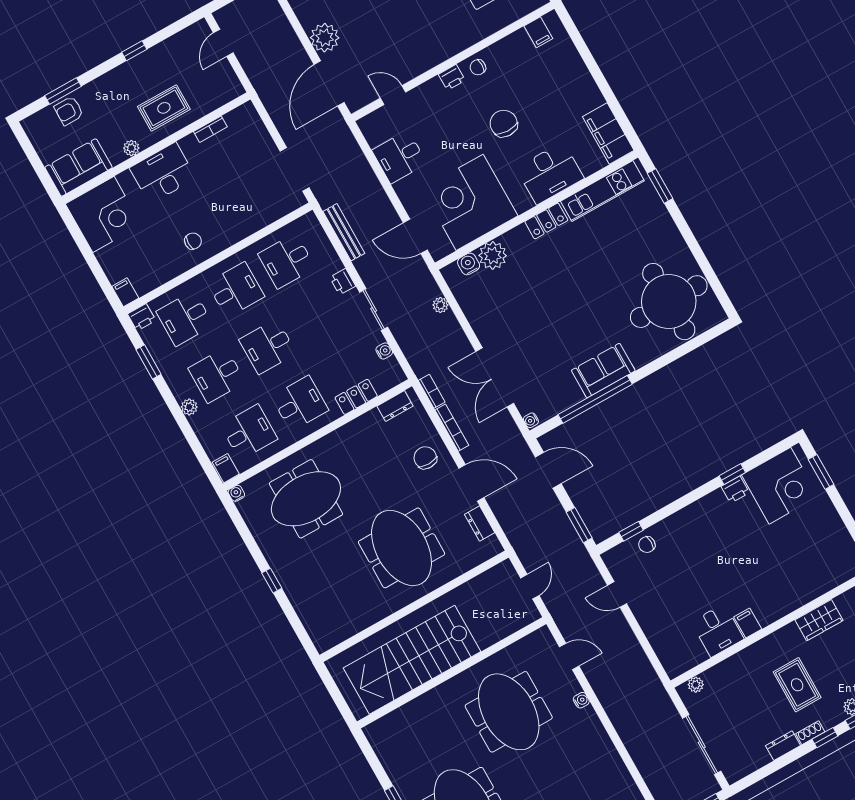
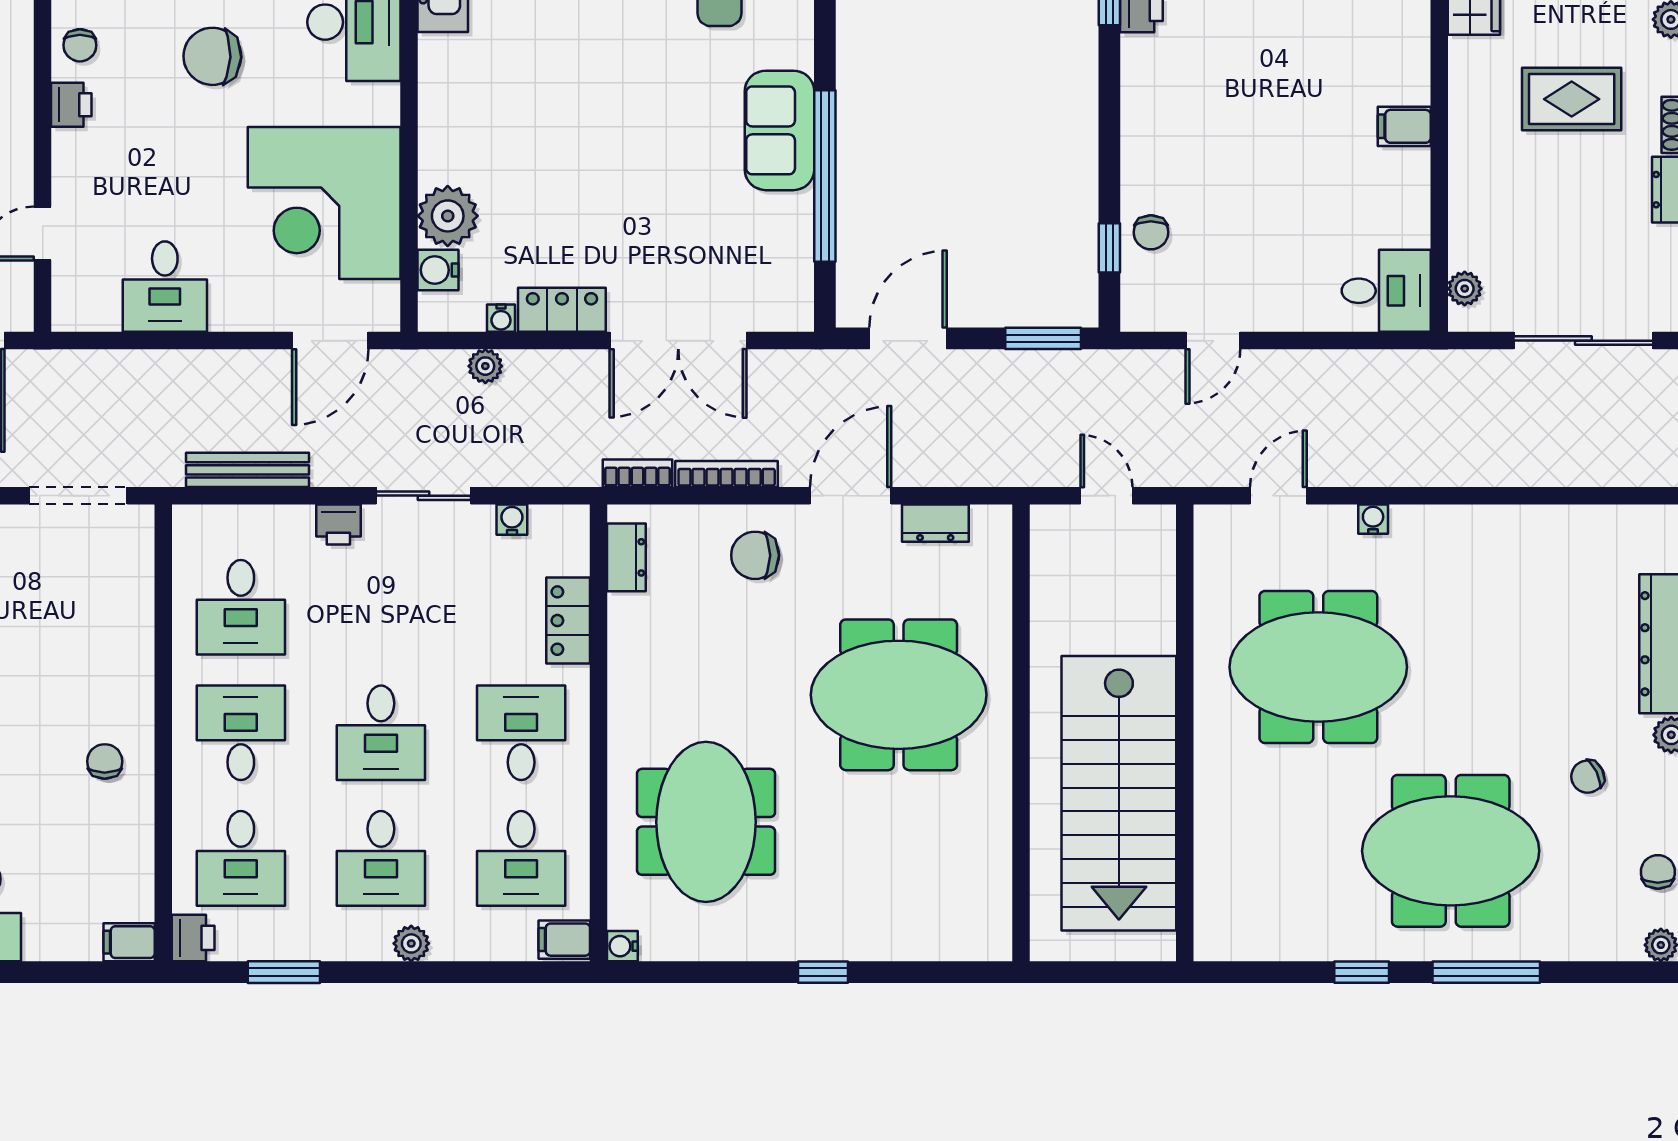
locker: (546, 221) -> (562, 310), moved, turned -90
water cooler: (531, 420) -> (501, 318), moved
desk: (249, 432) -> (521, 858), turned 180
desk: (718, 630) -> (1386, 291), moved

